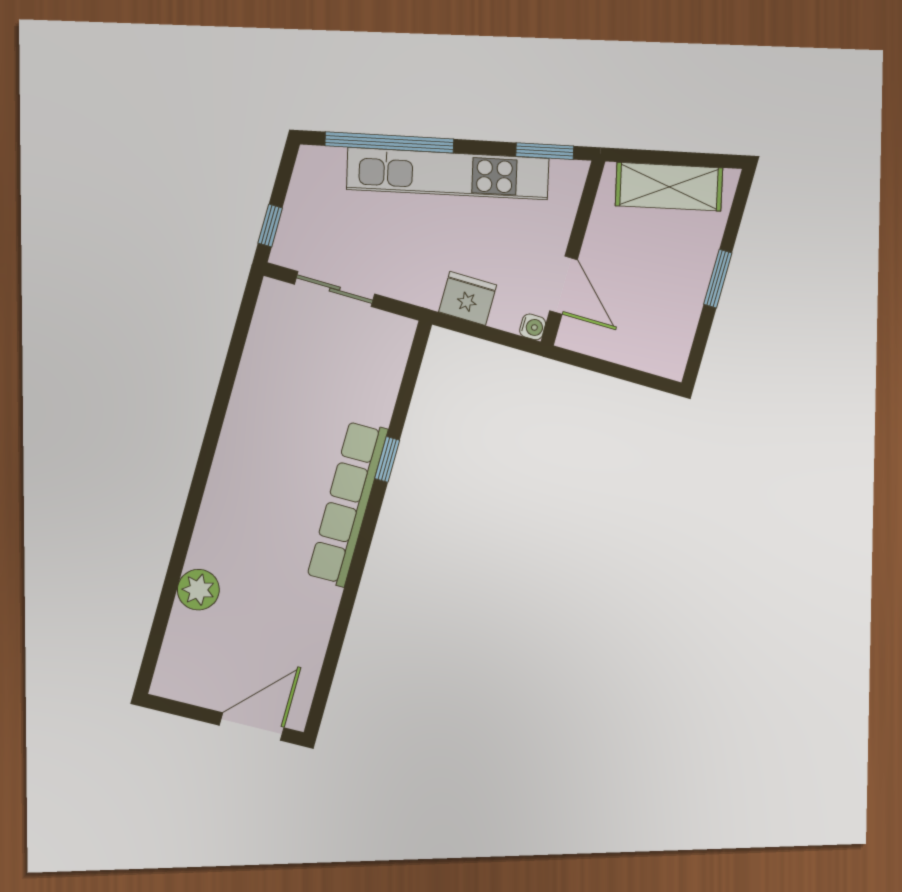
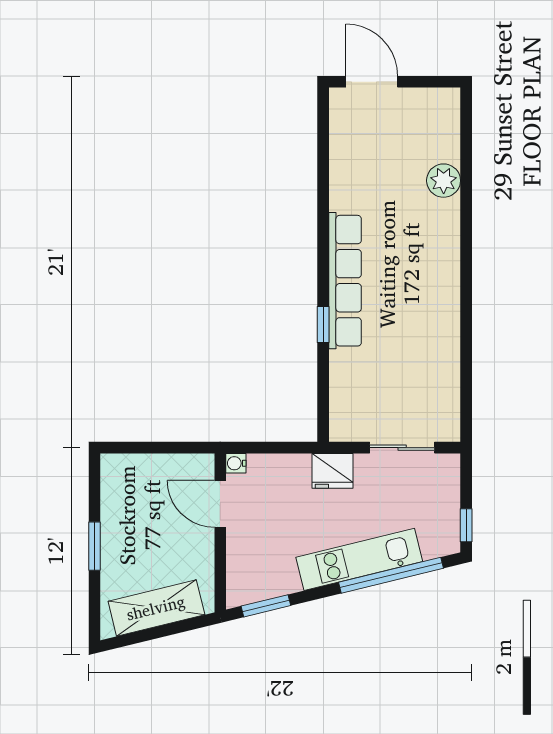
kitchen unit: (448, 174) -> (359, 559), width x0.73
window: (270, 226) -> (466, 525), moved
fridge: (468, 298) -> (332, 471), moved
door: (252, 727) -> (372, 82), swing flipped

